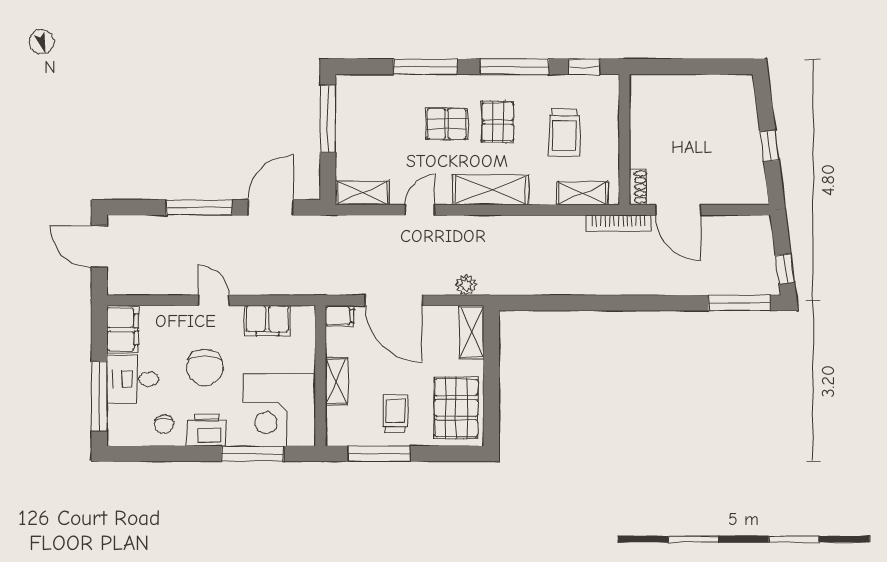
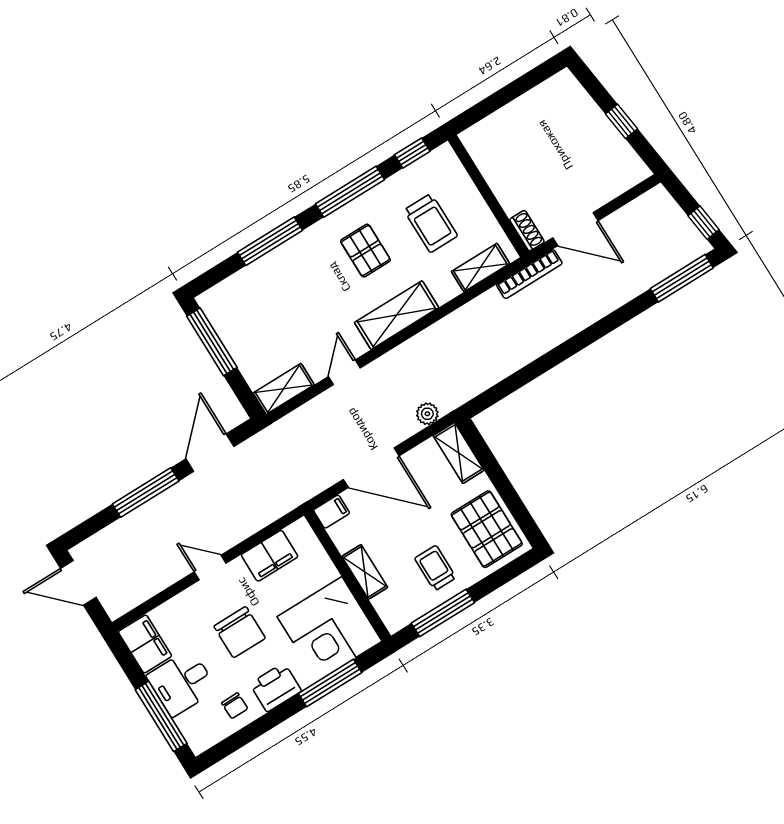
pallet: (447, 124) -> (321, 281), removed

